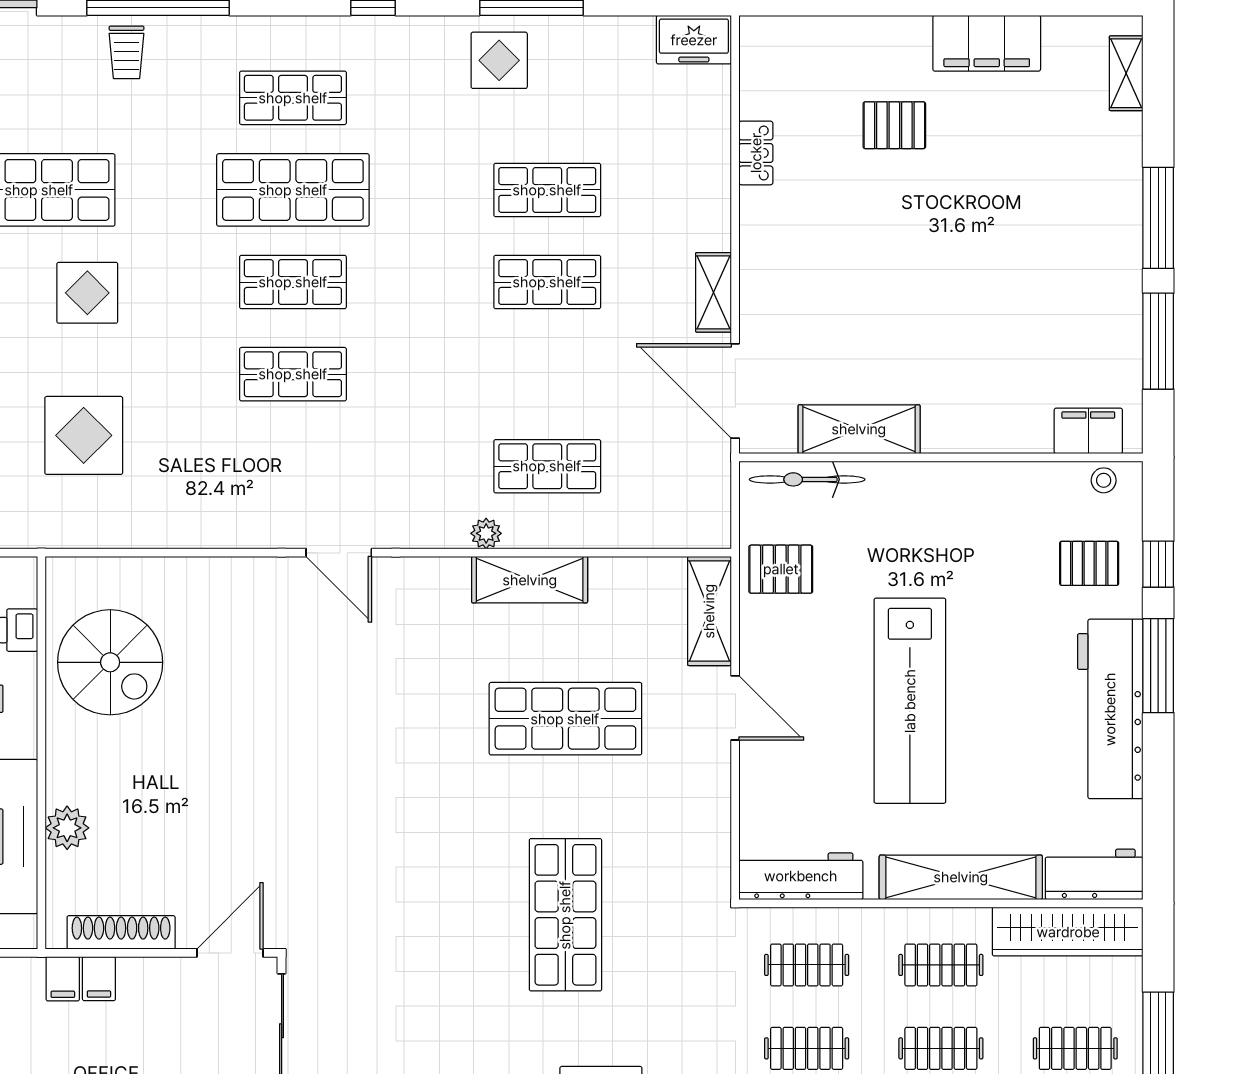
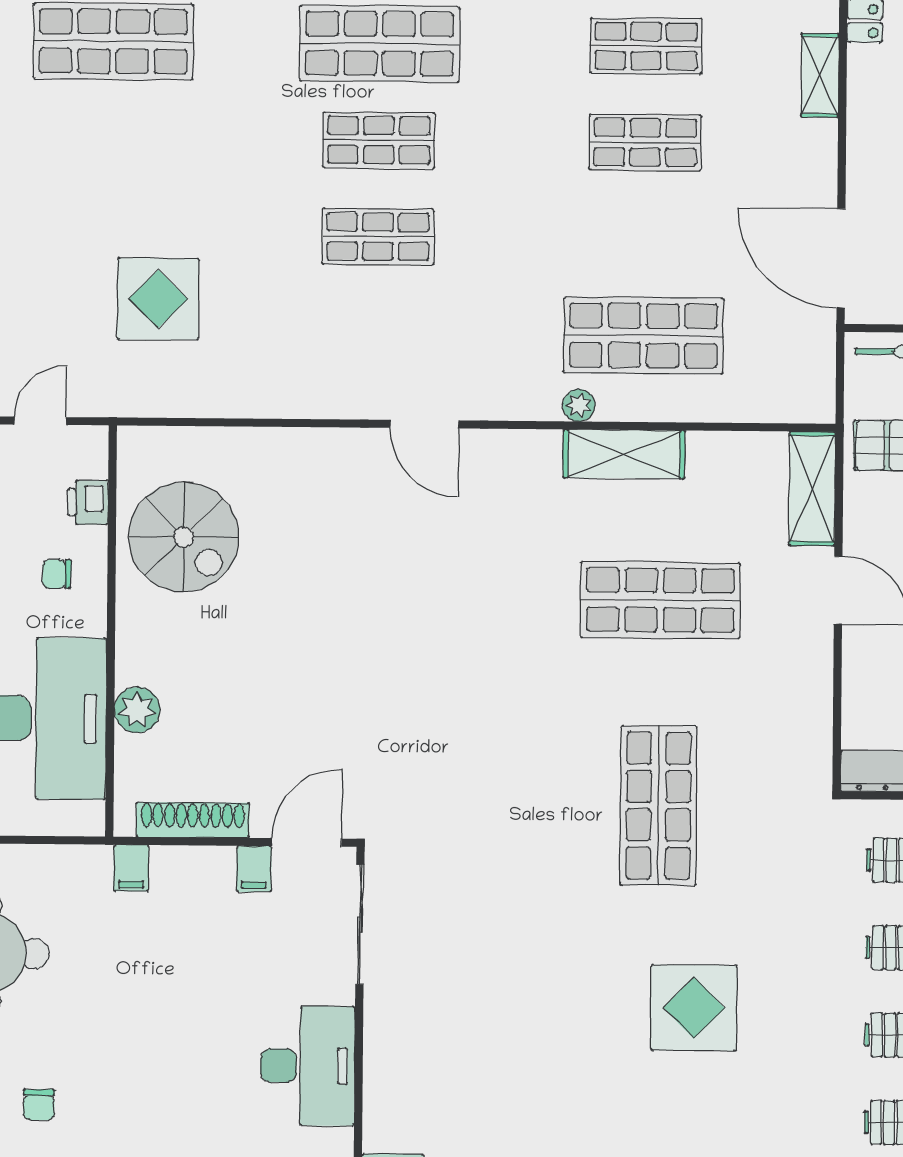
shelving: (713, 292) -> (820, 75), moved
display table: (87, 293) -> (163, 150), removed
shop shelf: (547, 466) -> (644, 336), width x1.43, depth x1.36
filing cabinet: (99, 979) -> (254, 869), moved

